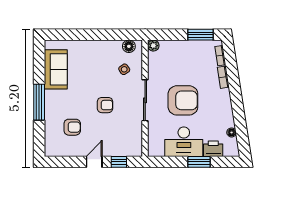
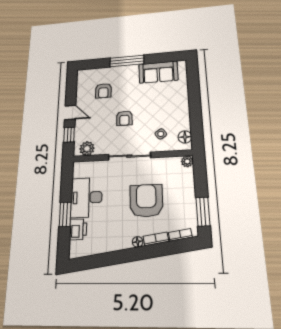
armchair: (183, 100) -> (146, 201), moved, turned 180
floor lamp: (232, 132) -> (138, 242), moved
plant: (135, 143) -> (87, 149), added

